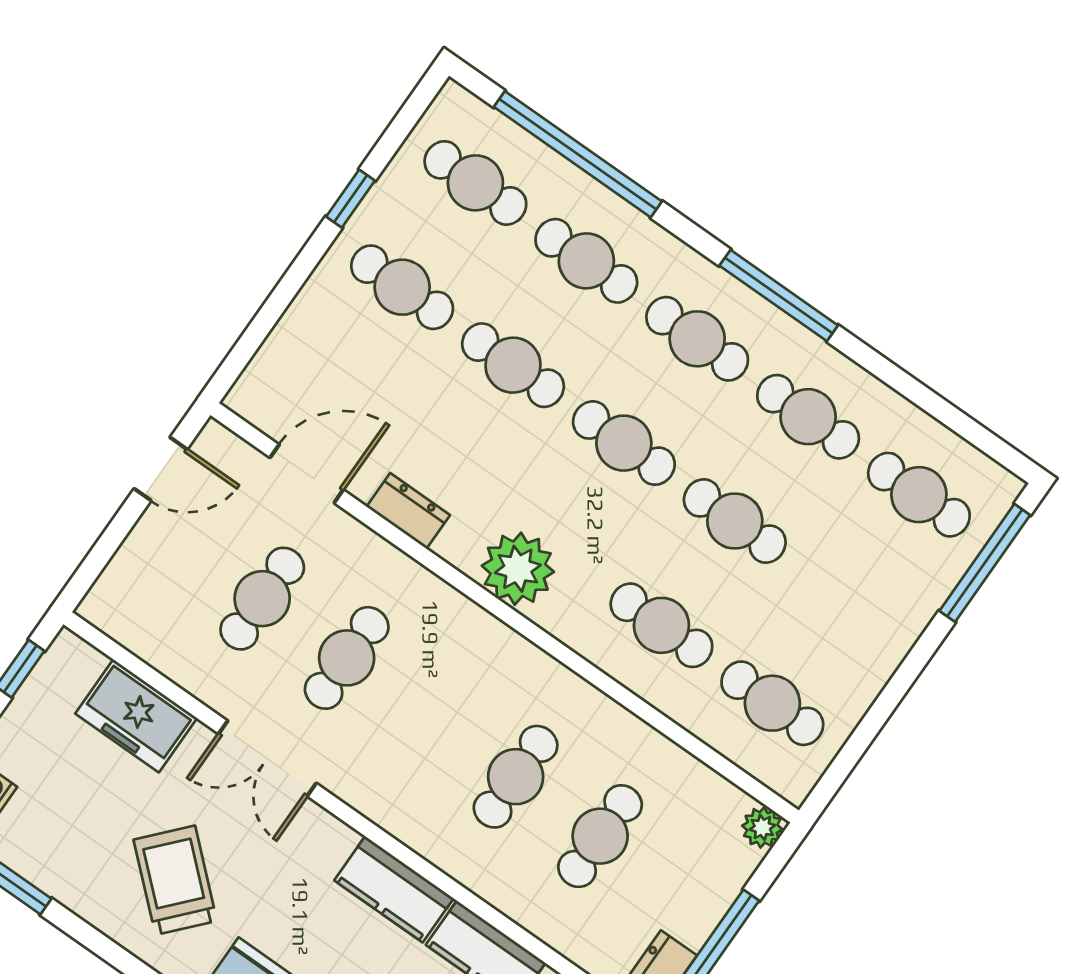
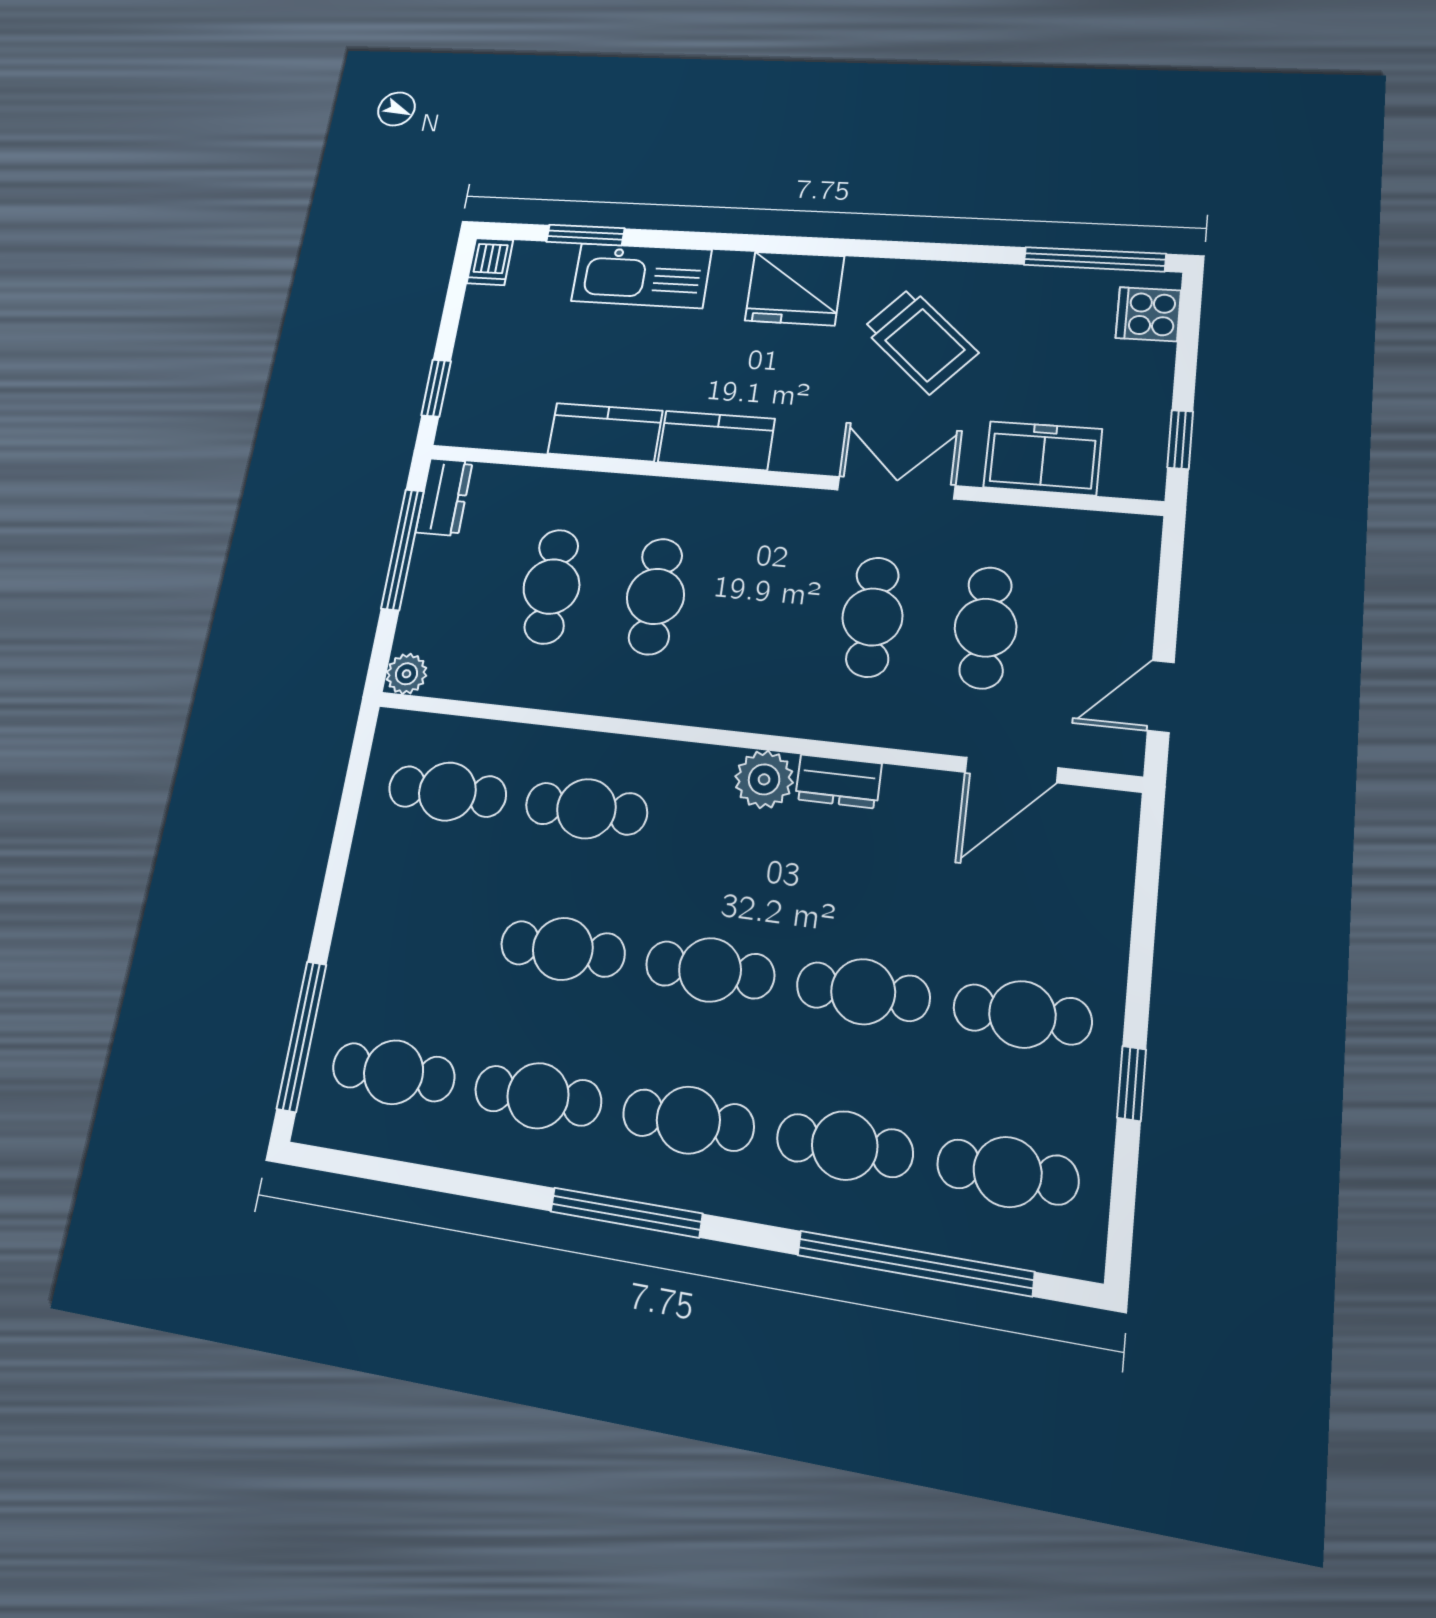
dresser: (408, 511) -> (838, 781), moved
plant: (518, 569) -> (764, 779), width x0.73, depth x0.73

